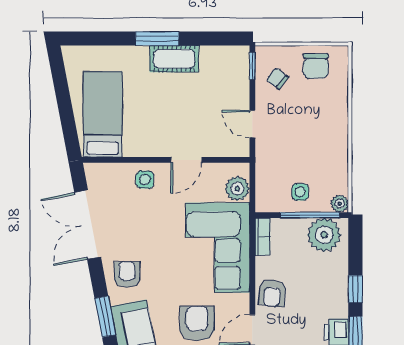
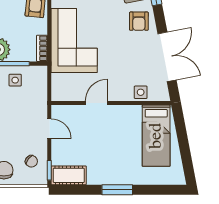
cot: (174, 59) -> (69, 175), moved
side table: (145, 180) -> (141, 92), moved
plant: (237, 188) -> (60, 83), removed

